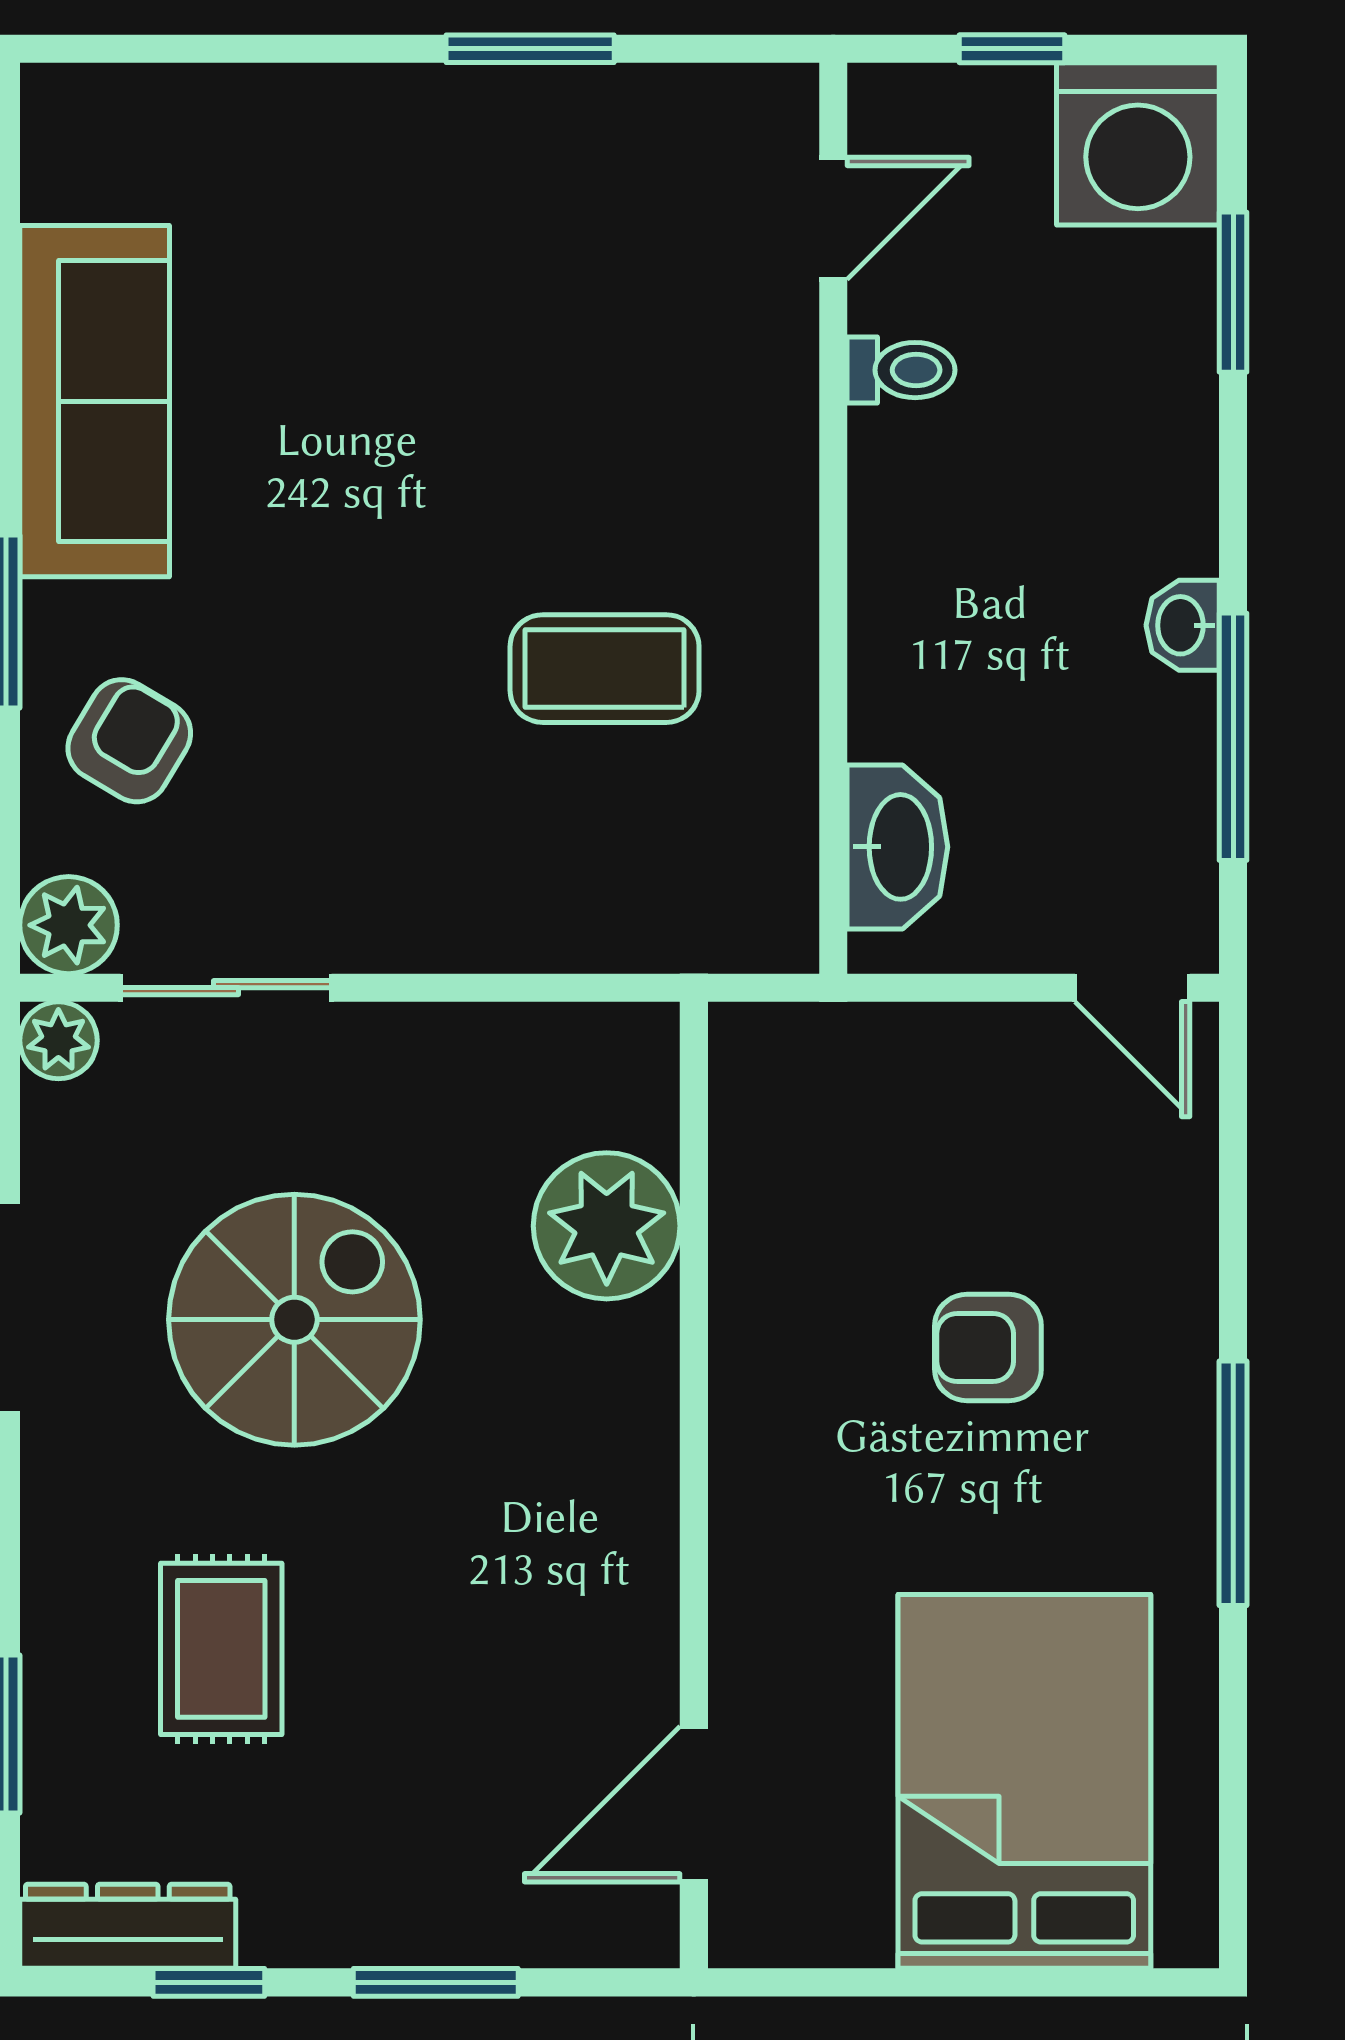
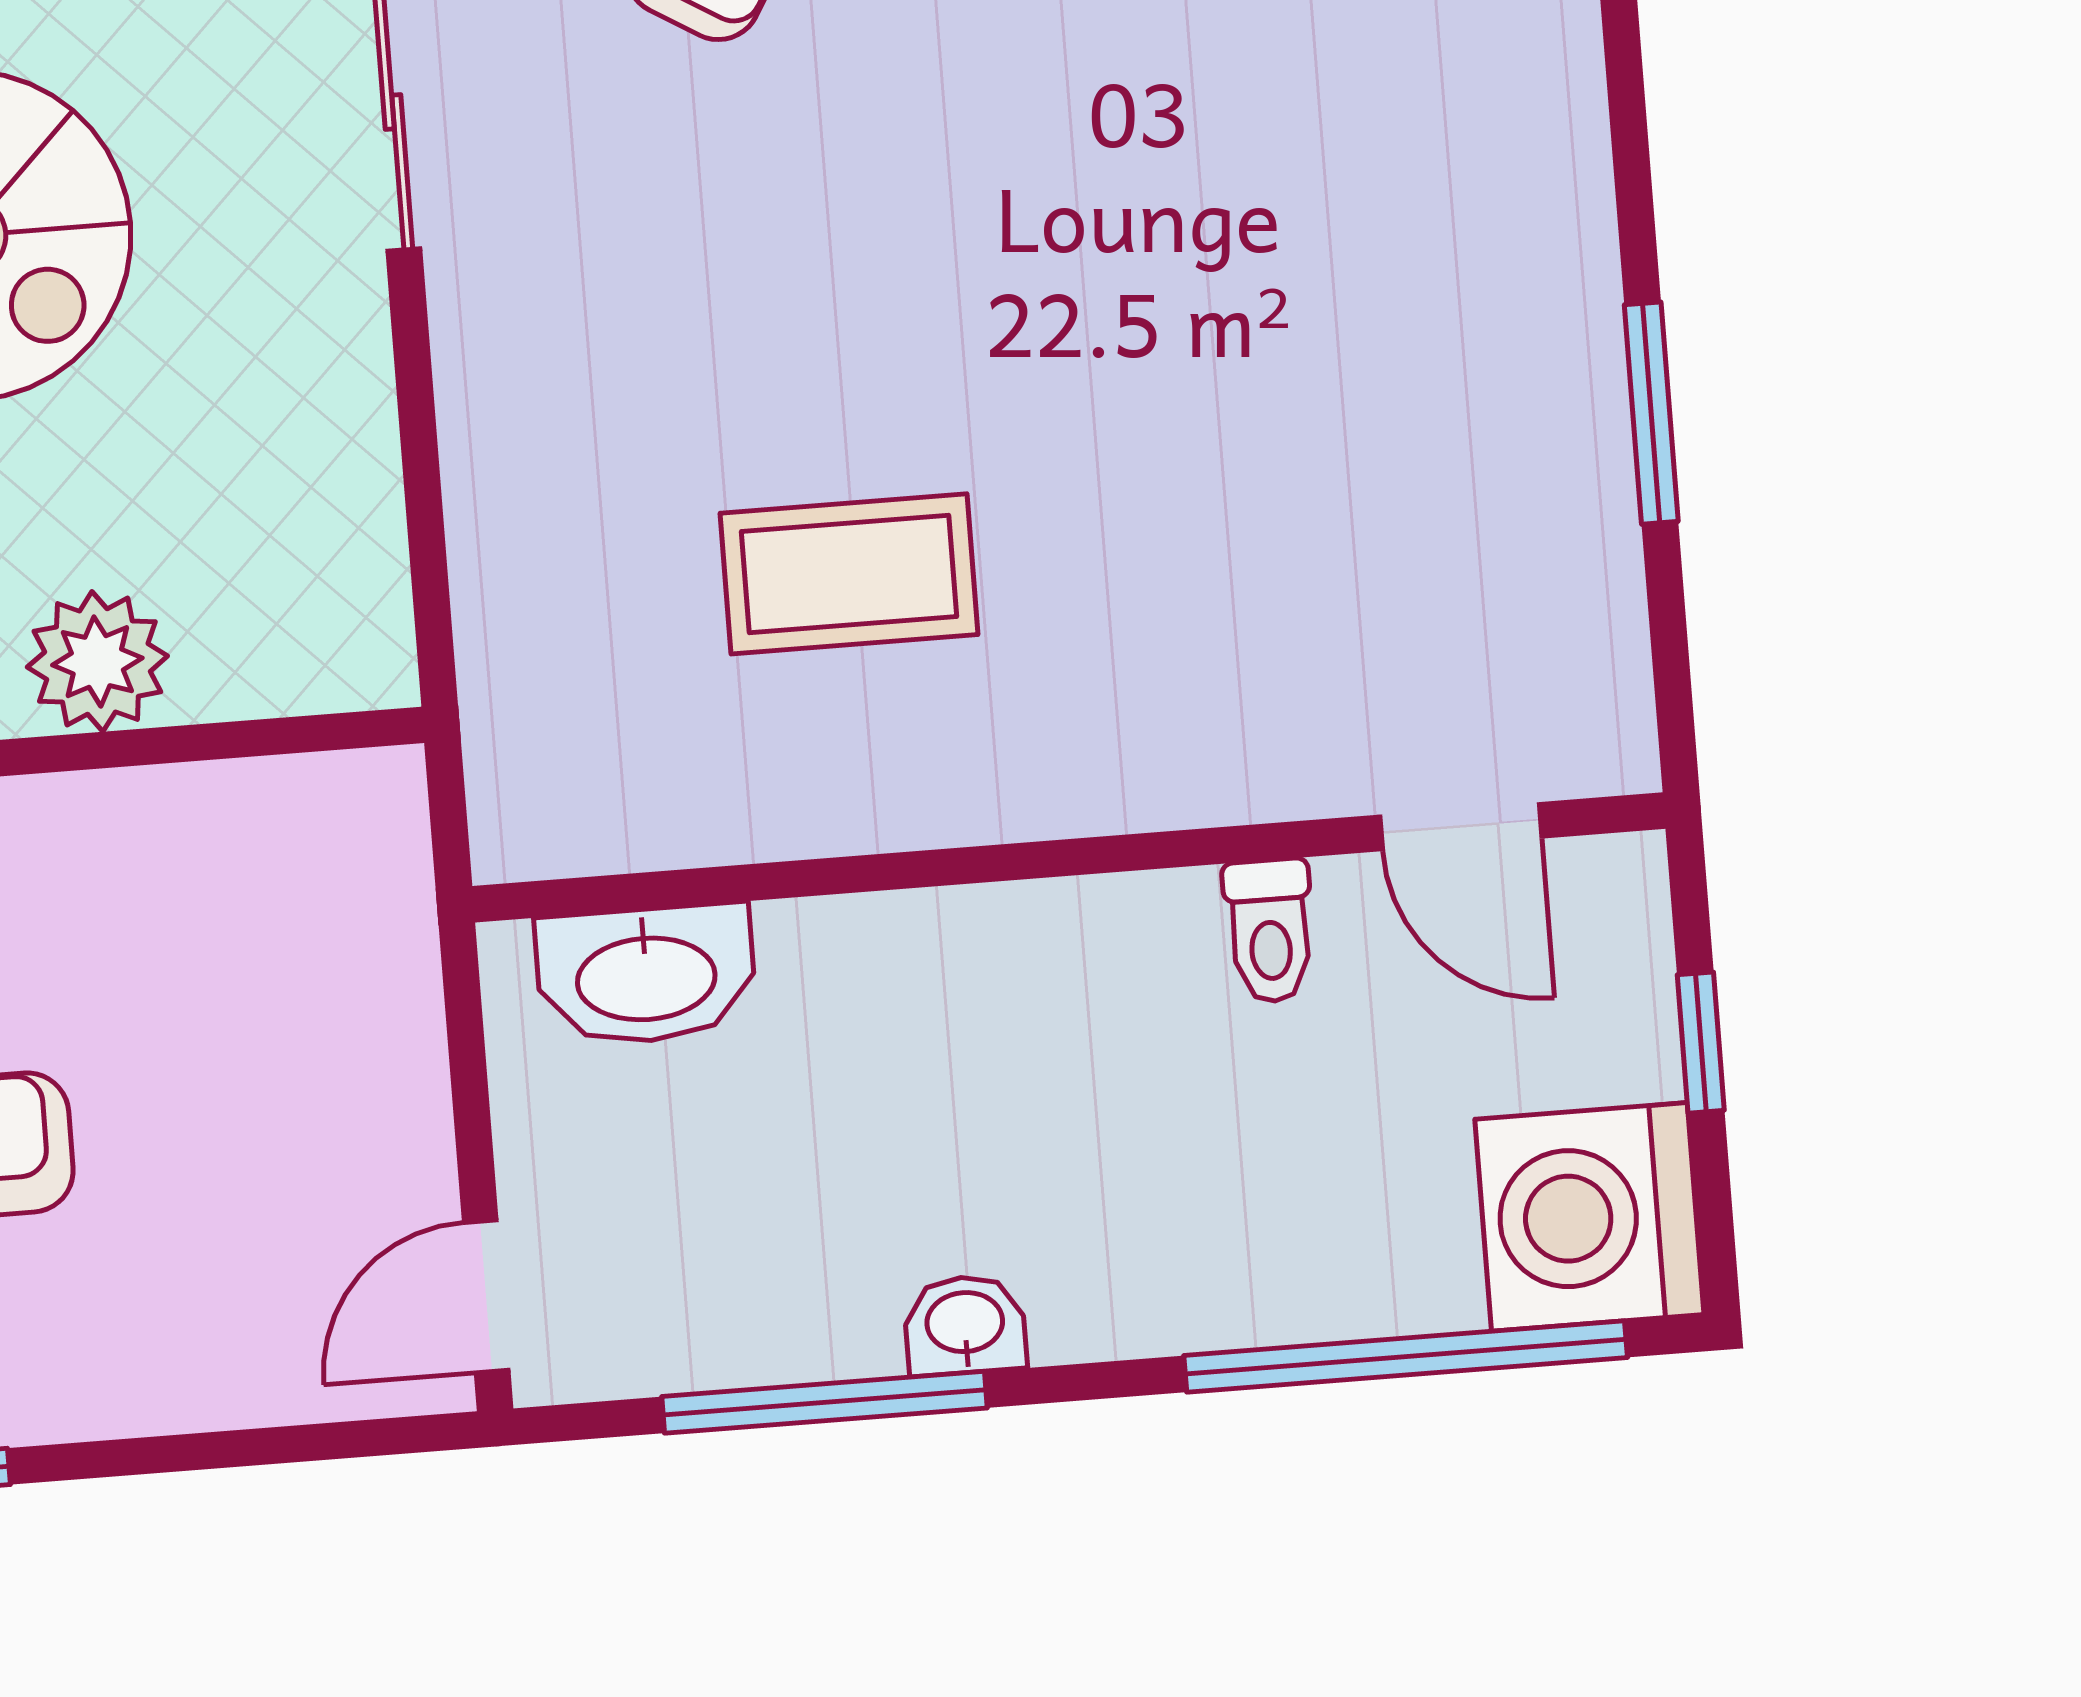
window: (1233, 292) -> (1406, 1357), width x2.11
coffee table: (605, 669) -> (849, 574), turned 90
plant: (607, 1226) -> (97, 662), width x0.73, depth x0.73

